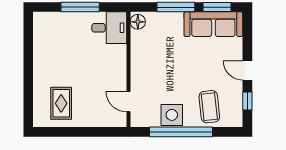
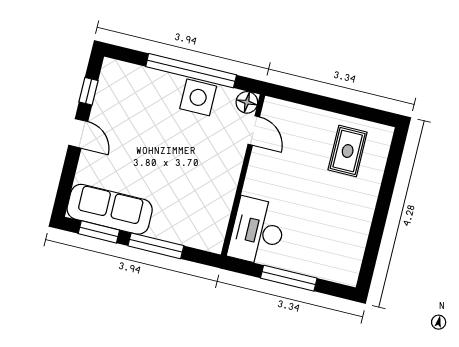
floor lamp: (138, 22) -> (247, 102), moved
desk: (109, 28) -> (257, 231), width x1.37
coffee table: (209, 107) -> (143, 96), removed

